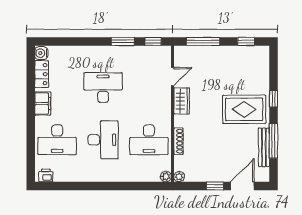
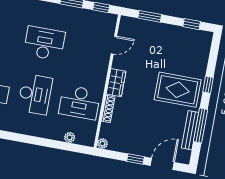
window: (203, 41) -> (150, 16), width x0.69
wardrobe: (182, 101) -> (116, 83), moved
plant: (166, 176) -> (70, 137), moved

